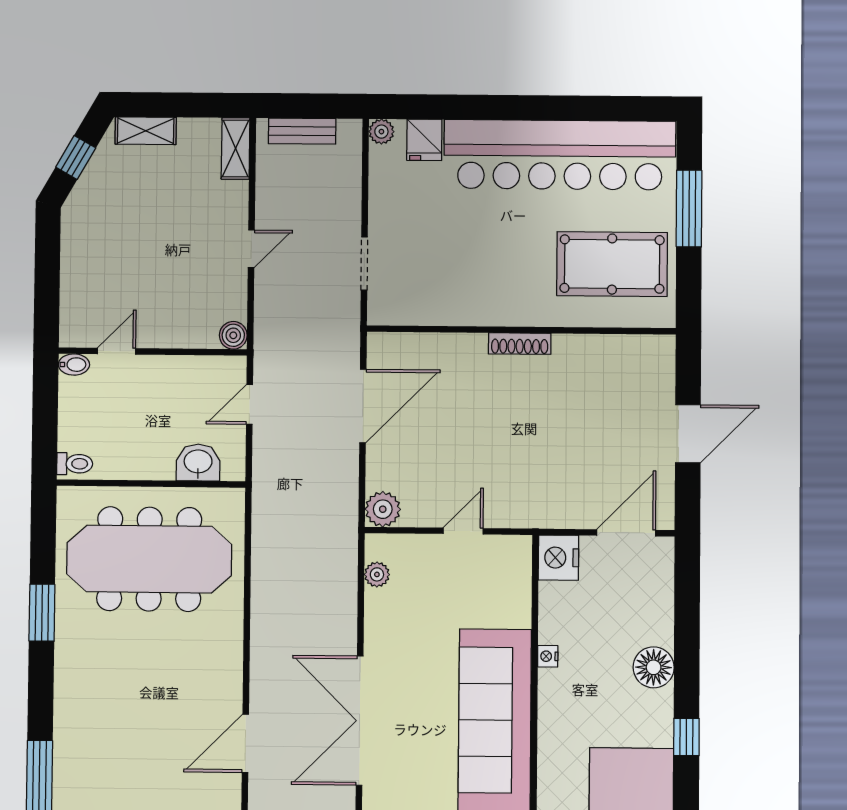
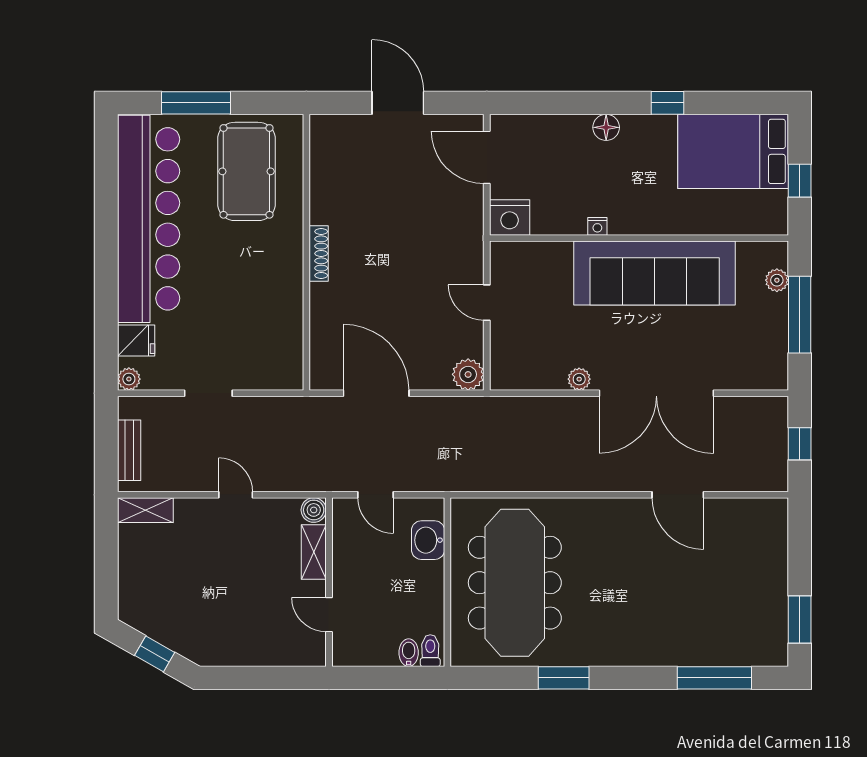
shelving: (146, 131) -> (314, 552), moved
doorway: (364, 263) -> (208, 393), moved
bidet: (74, 365) -> (409, 653), moved
plant: (377, 574) -> (579, 379), moved
floor lamp: (654, 667) -> (606, 127), width x0.73, depth x0.73

